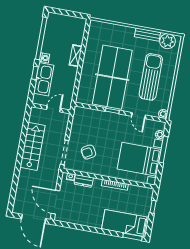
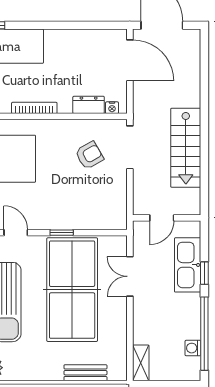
bench: (147, 35) -> (85, 373), moved
shelving: (76, 56) -> (141, 363), moved
washing machine: (44, 58) -> (193, 348), moved
double door: (78, 79) -> (130, 276), added

